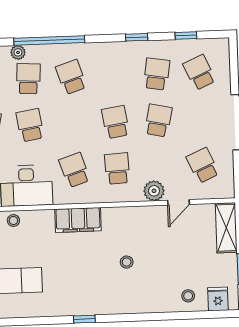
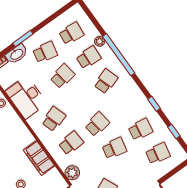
school desk: (199, 72) -> (158, 153), turned 36
filing cabinet: (78, 220) -> (39, 158), moved

